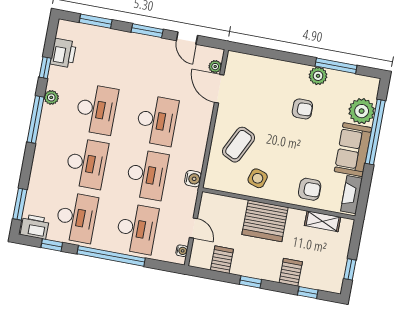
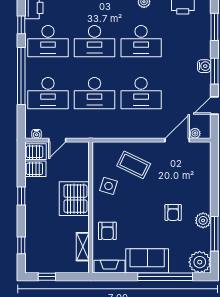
plant: (362, 111) -> (200, 262), moved
water cooler: (193, 179) -> (204, 66), moved, turned -90
server rack: (291, 272) -> (35, 152), moved

